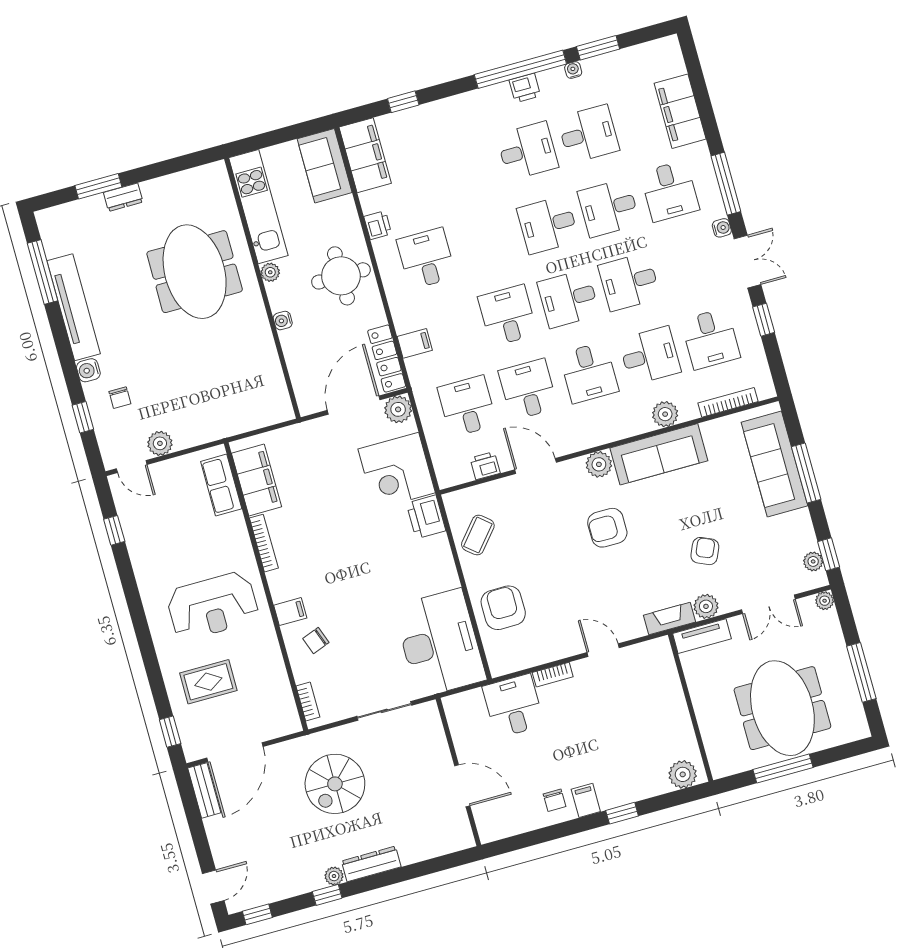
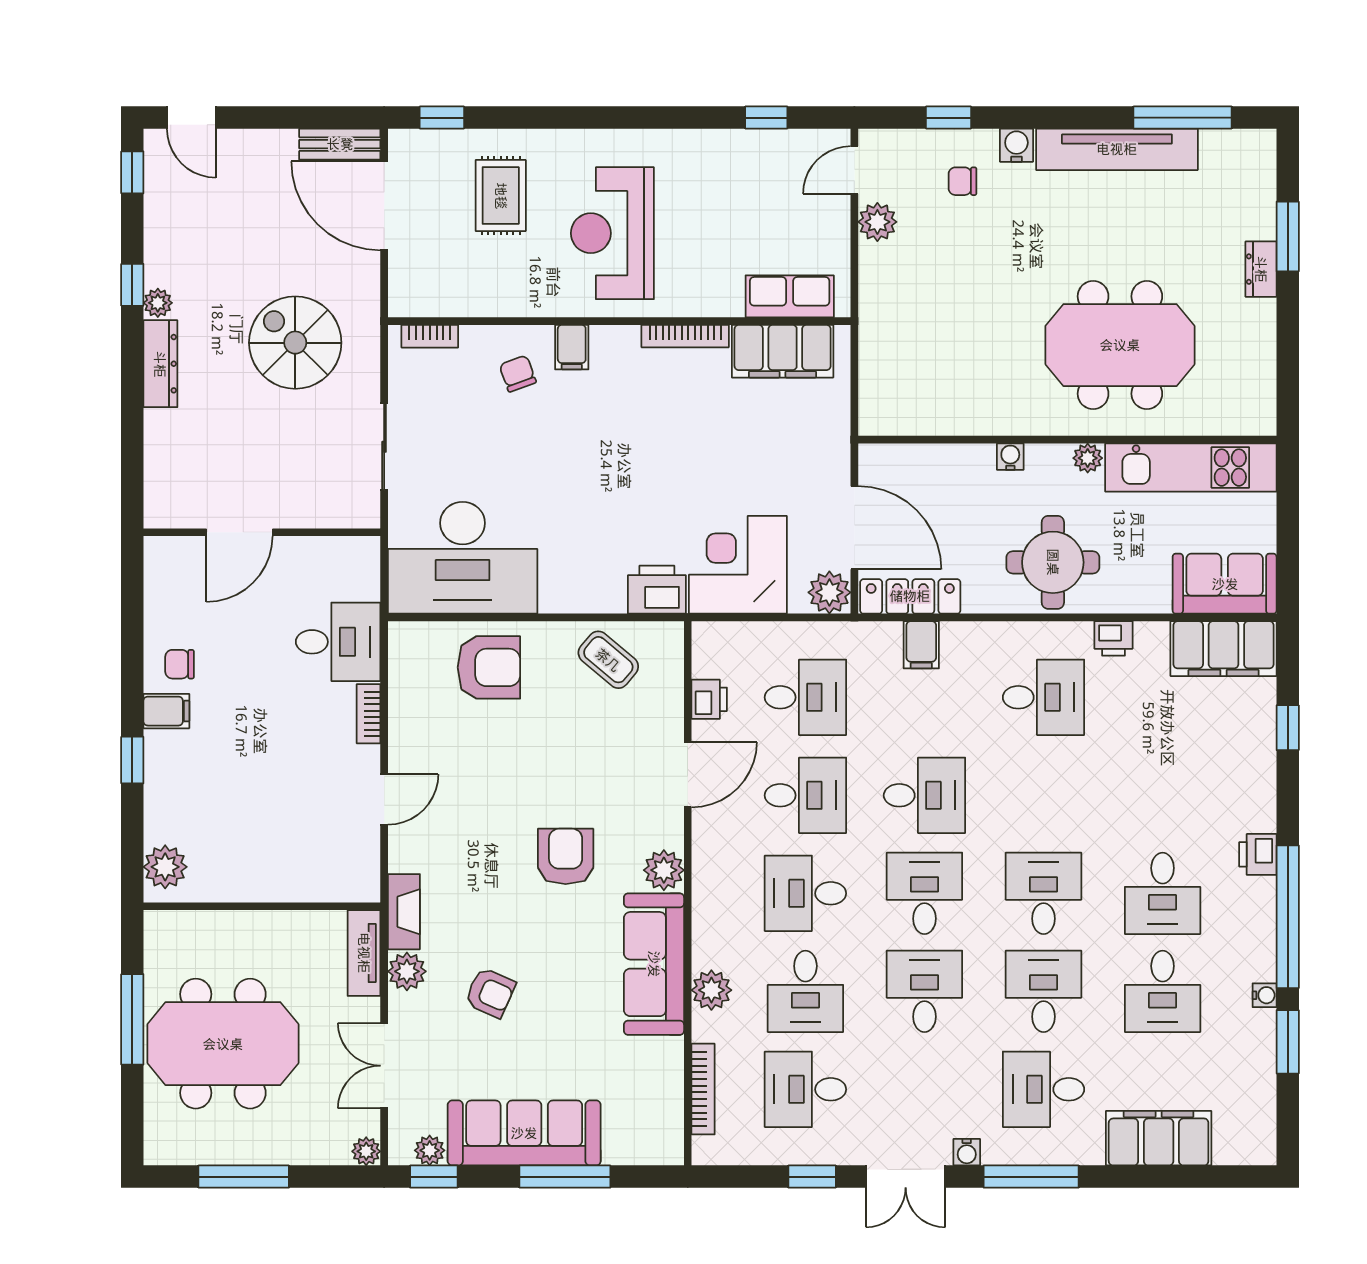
printer: (525, 88) -> (1258, 854), moved
sofa: (774, 464) -> (524, 1133), moved

